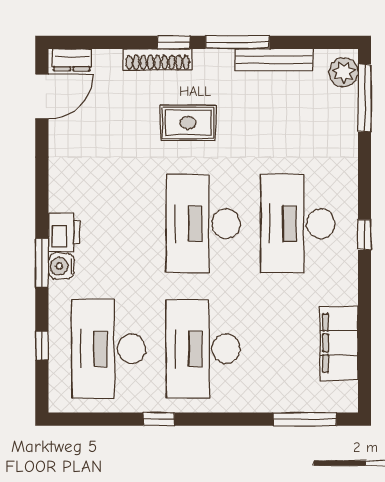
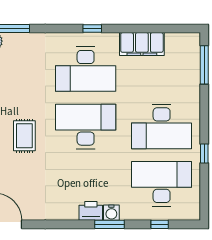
desk: (203, 224) -> (86, 126), turned 180
filing cabinet: (339, 343) -> (142, 44), moved
desk: (109, 349) -> (162, 184), turned 180

